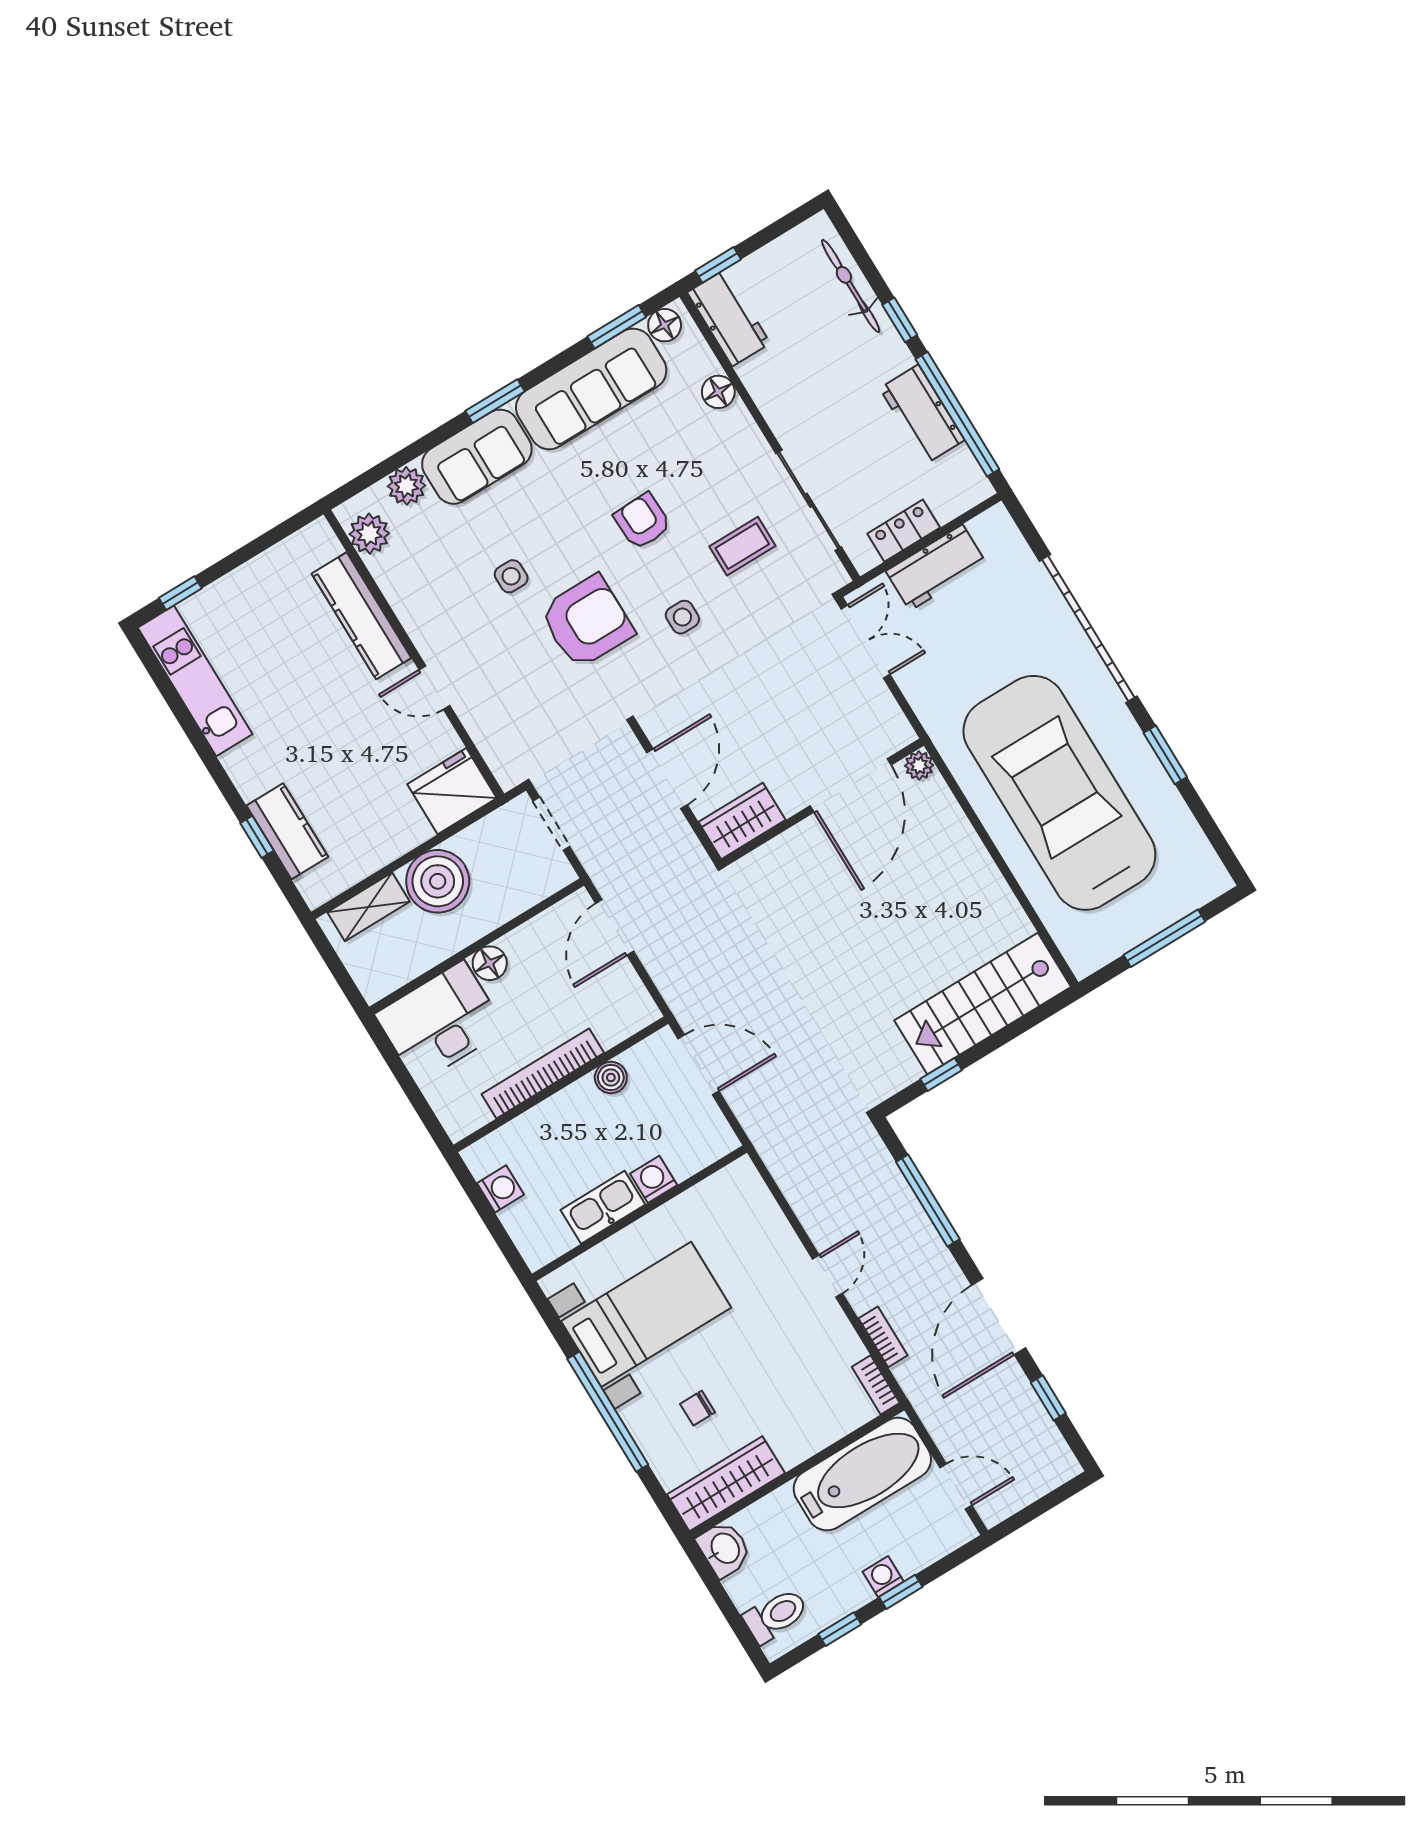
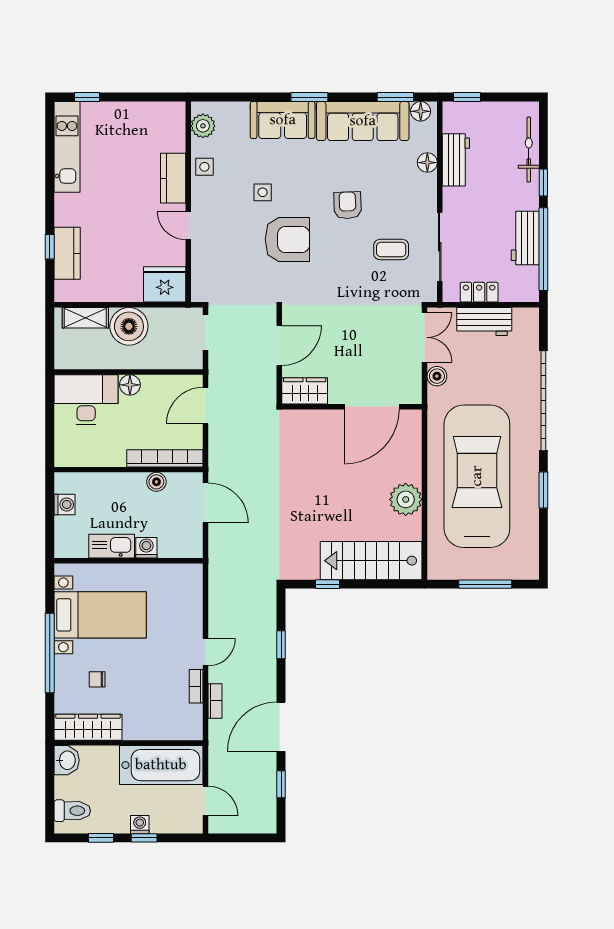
workbench: (729, 318) -> (456, 160), moved
plant: (406, 486) -> (237, 113), removed
kitchen counter: (361, 616) -> (173, 178), width x0.67
side table: (682, 617) -> (204, 167), moved
boiler: (916, 686) -> (437, 376), added
plant: (919, 765) -> (406, 499), moved, width x1.87, depth x1.87
bookcase: (543, 1073) -> (165, 458), moved
window: (928, 1200) -> (281, 645), width x0.46
bookcase: (876, 1385) -> (196, 686), moved

